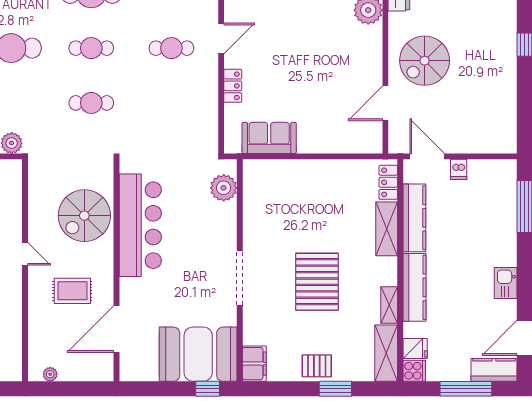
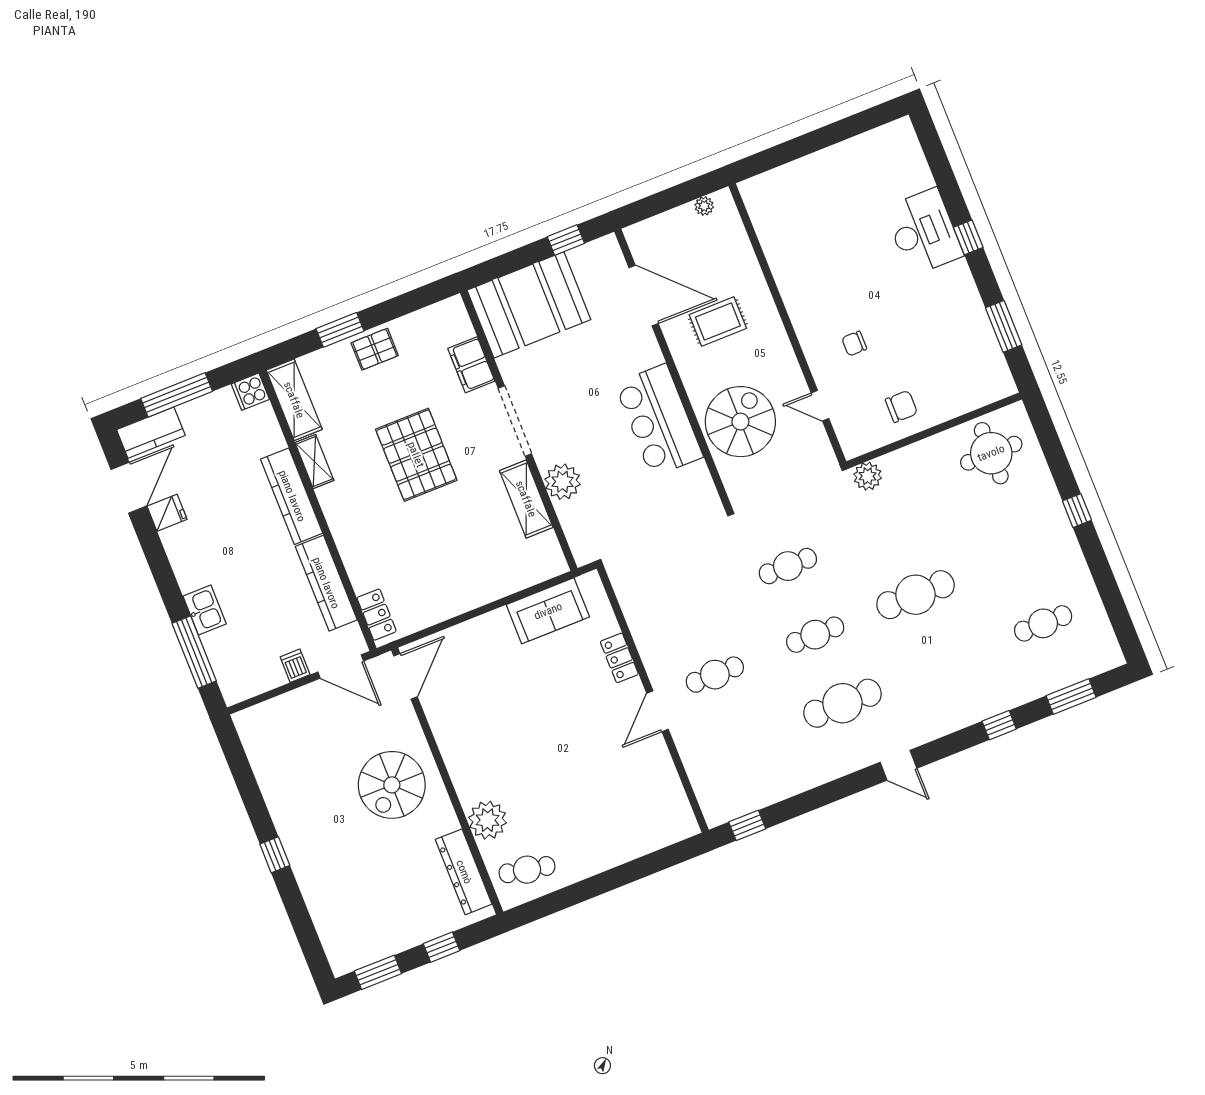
spiral stairs: (425, 61) -> (392, 785), turned 180
door: (385, 103) -> (406, 676), moved
plant: (224, 188) -> (563, 482), moved
bar counter: (140, 225) -> (659, 420), width x0.73
shelving: (387, 229) -> (526, 499), moved
door: (25, 254) -> (820, 406), moved
kitchen sink: (506, 283) -> (205, 610), moved
door: (117, 329) -> (644, 296), hinge flipped
fridge: (415, 349) -> (167, 513), moved, turned 180
filing cabinet: (254, 364) -> (471, 365), moved
window: (208, 389) -> (566, 240), moved

